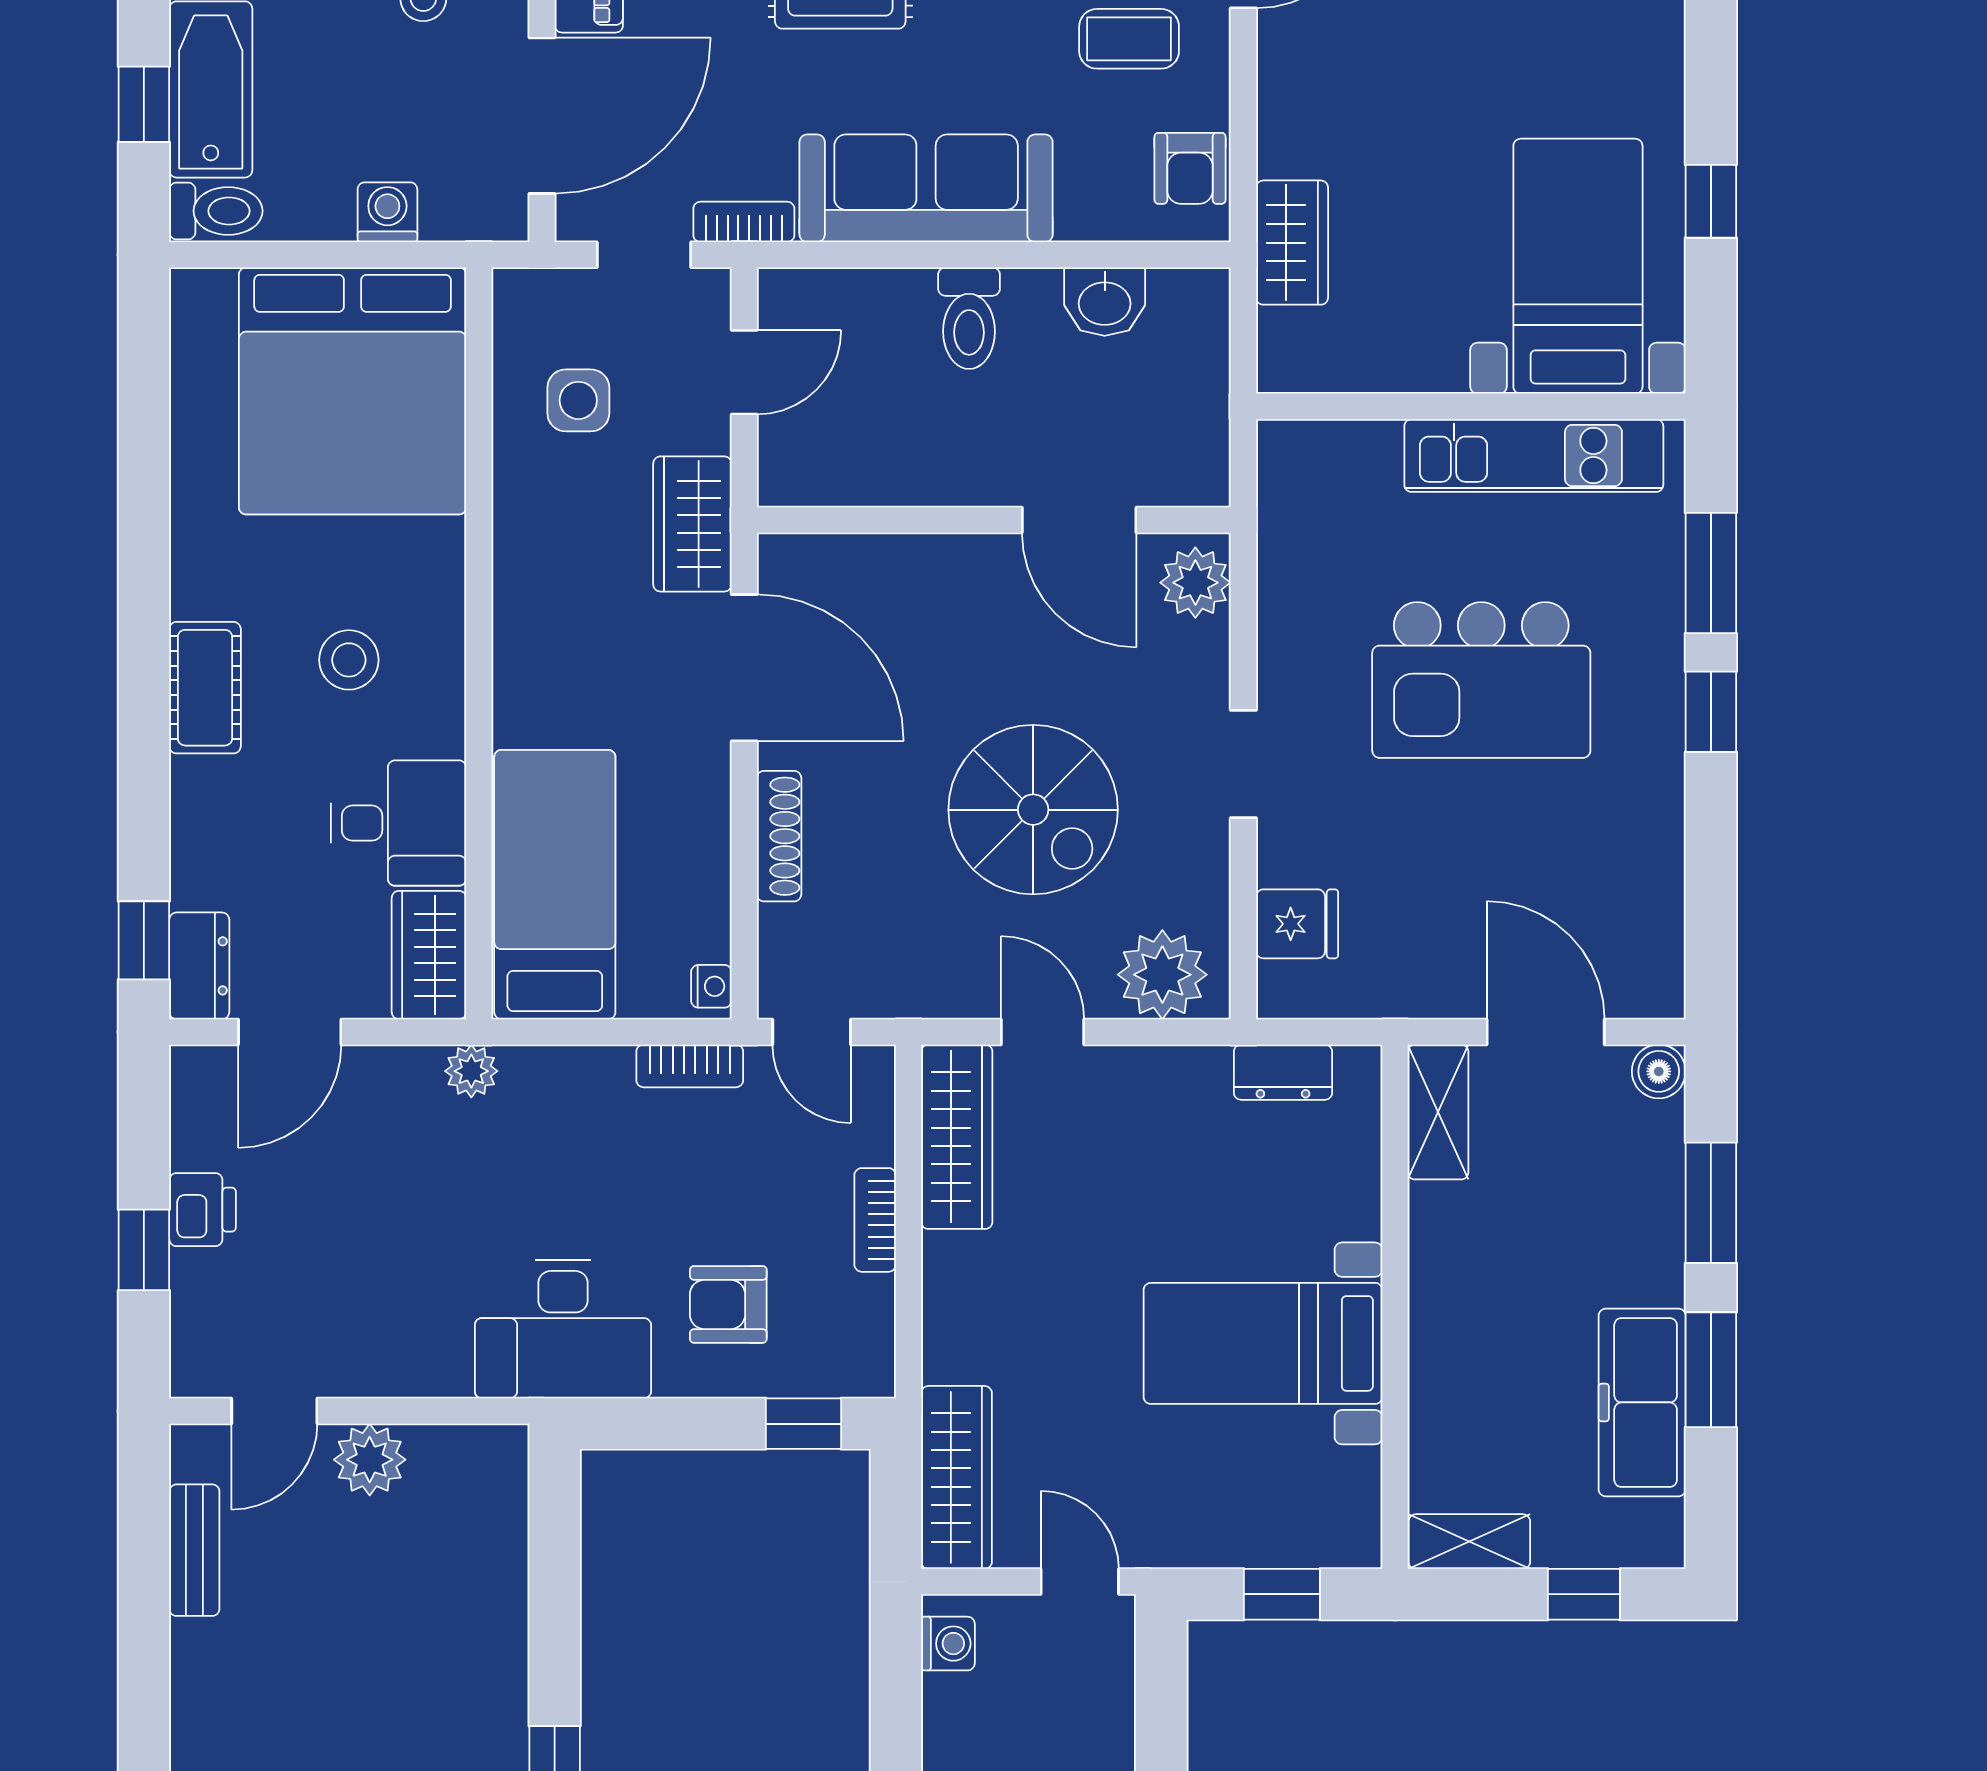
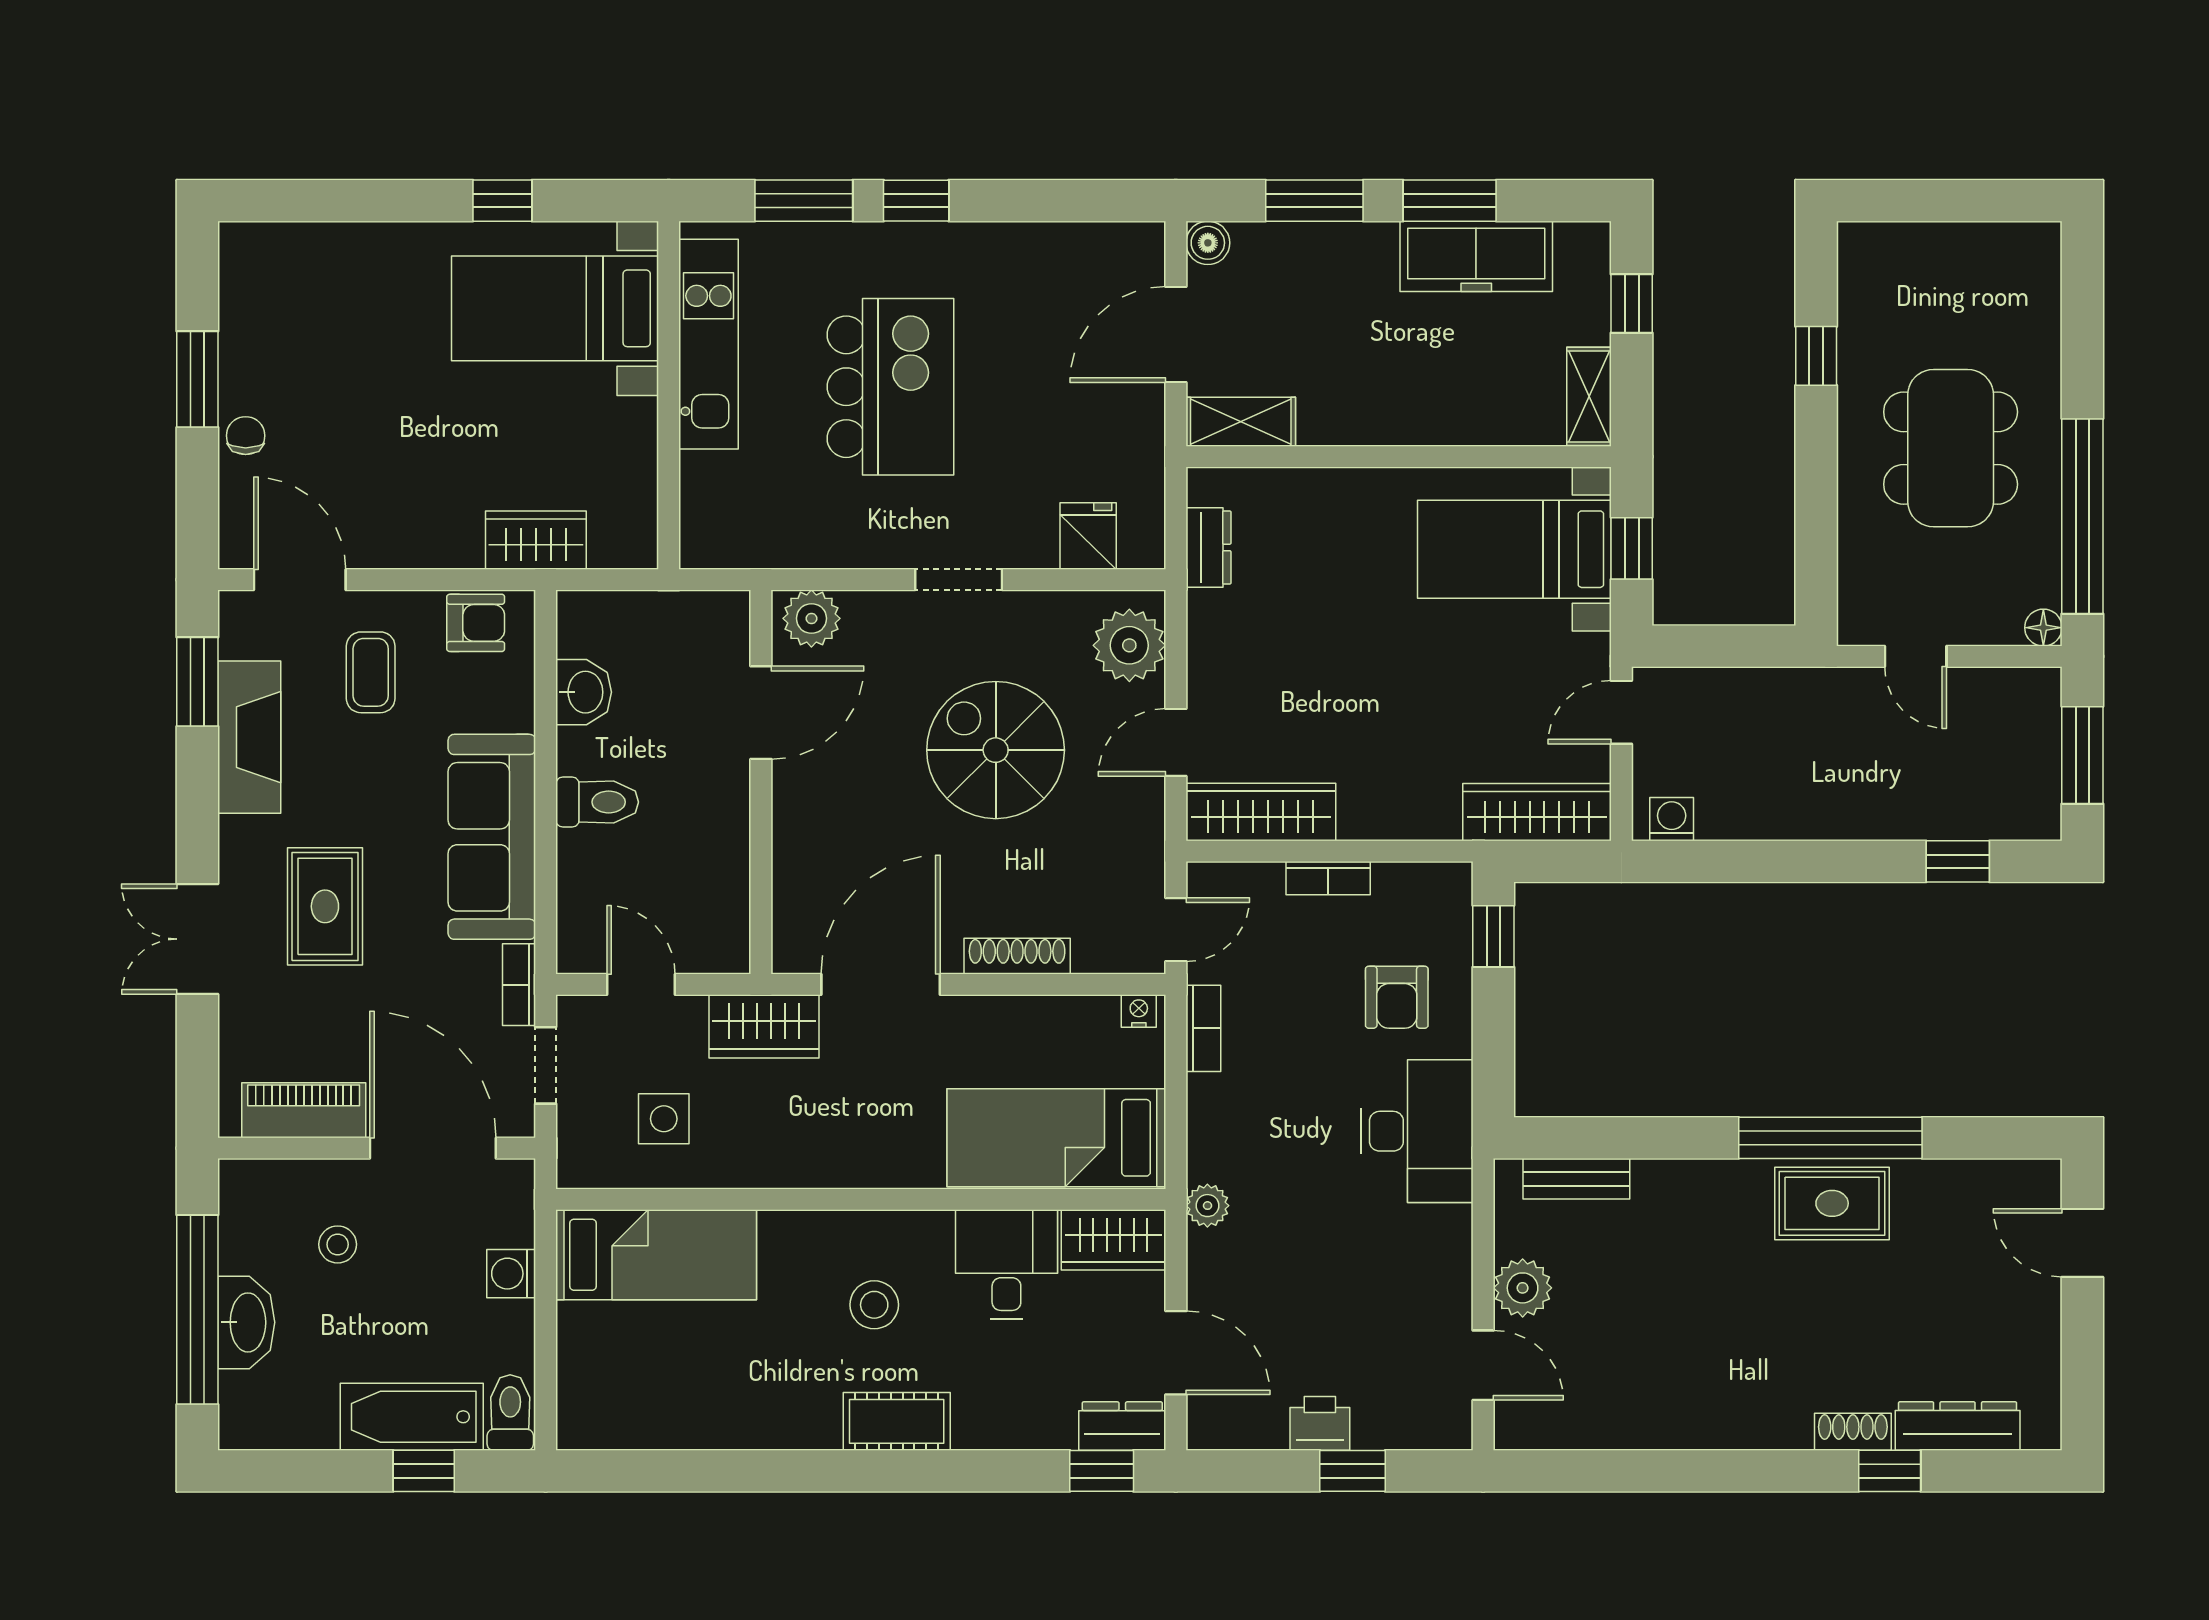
bed: (353, 391) -> (656, 1255), width x0.49
spiral stairs: (1033, 810) -> (996, 750), turned -90
bed with nightstands: (1263, 1343) -> (1514, 549), moved, turned 90
bench: (194, 1550) -> (1576, 1179), moved

